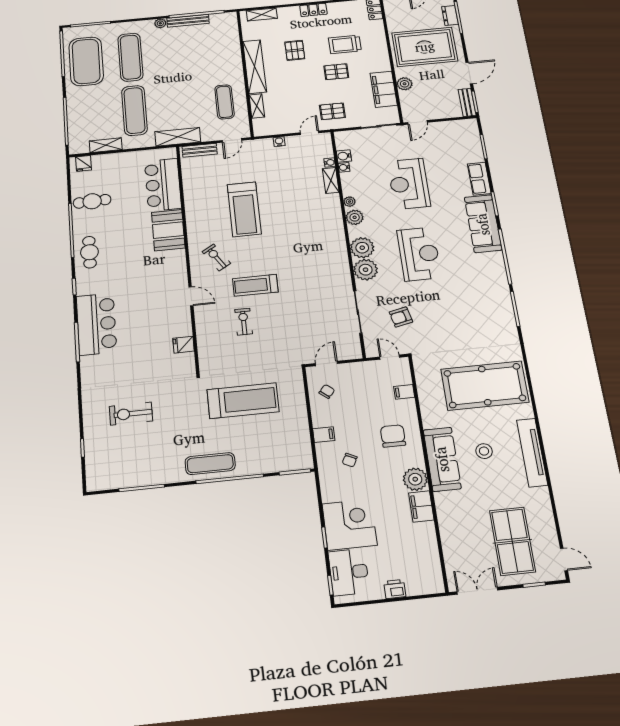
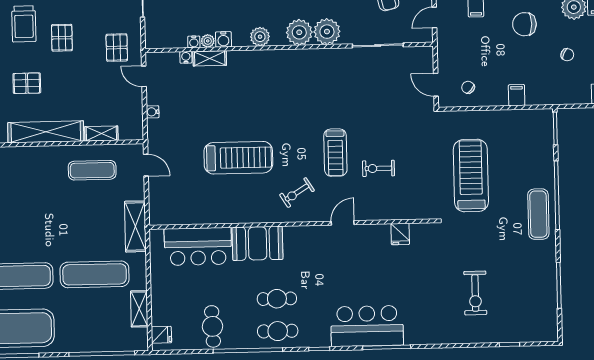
bench: (200, 150) -> (156, 203), removed
water cooler: (344, 156) -> (223, 39), moved
plant: (350, 202) -> (208, 41), moved
cafe table: (119, 249) -> (277, 299), added
chair: (350, 460) -> (567, 55), moved

